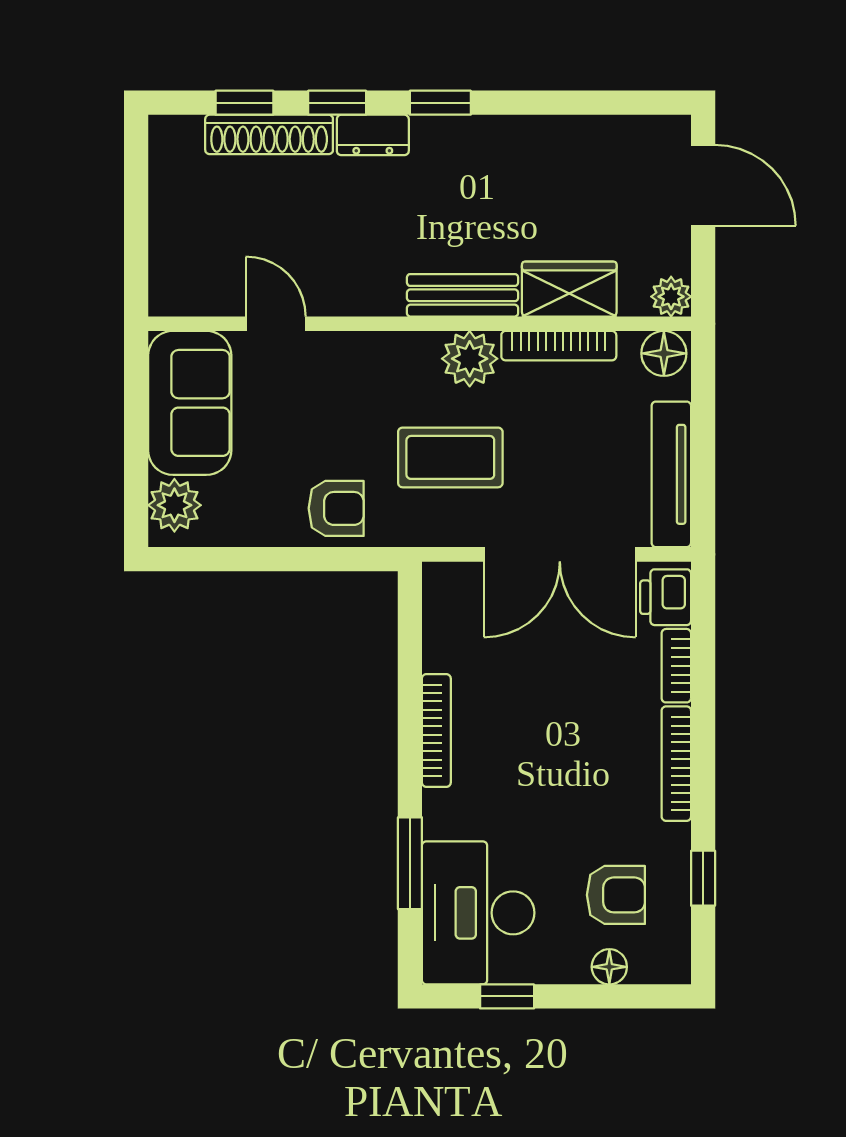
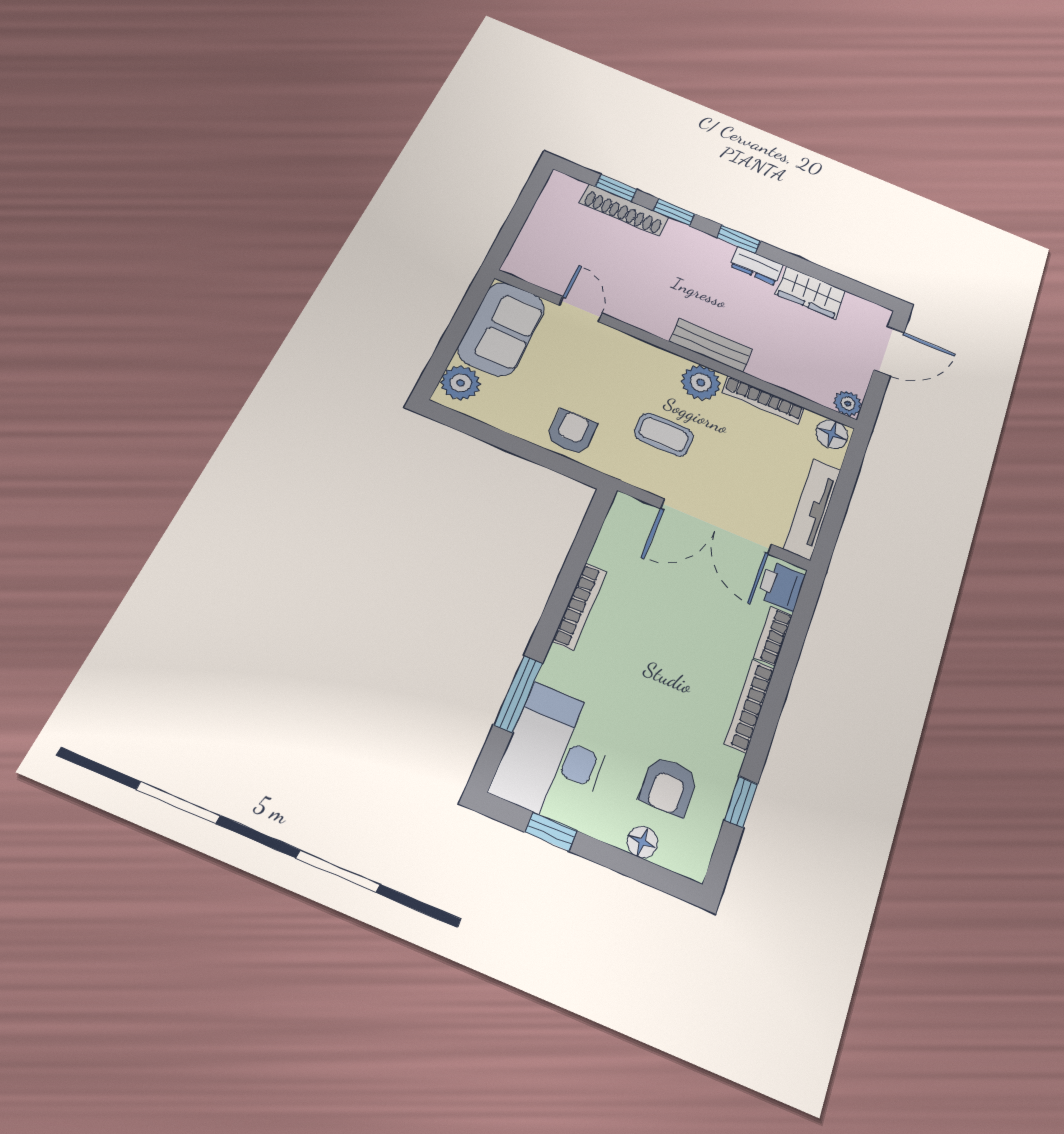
dresser: (373, 135) -> (757, 266), moved
door: (703, 185) -> (889, 351), hinge flipped
wardrobe: (569, 289) -> (811, 292), moved, turned 180
coffee table: (450, 457) -> (664, 434), width x0.73, depth x0.77
armchair: (336, 508) -> (572, 432), turned -90
armchair: (616, 895) -> (668, 786), turned 90

